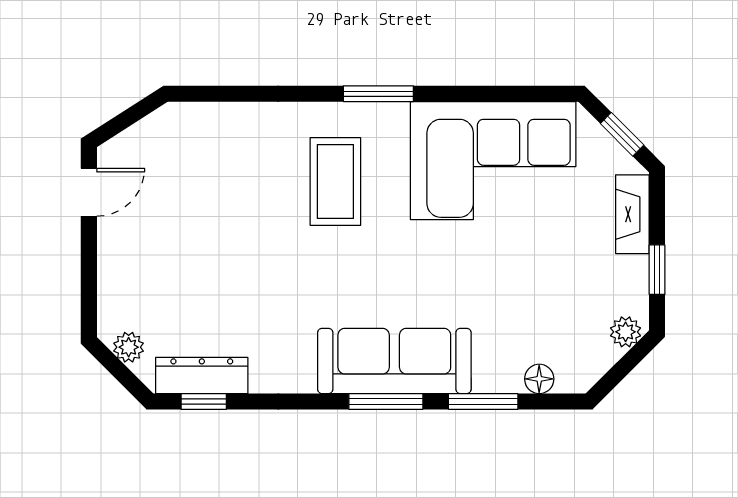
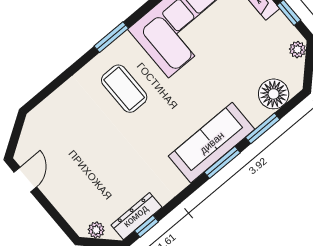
floor lamp: (539, 379) -> (274, 94), width x1.89, depth x1.89

